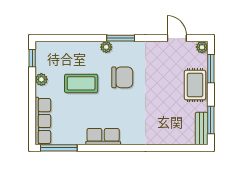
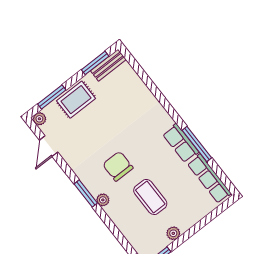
row of seats: (43, 121) -> (209, 179), moved, turned -90
window: (59, 148) -> (197, 144), moved

